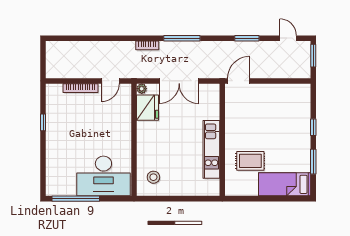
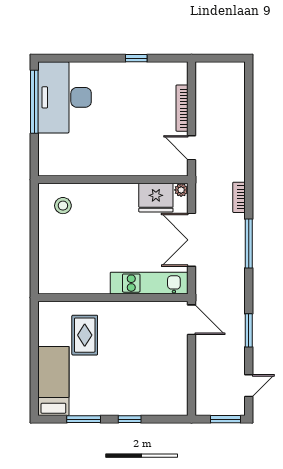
kitchen unit: (211, 149) -> (149, 283), moved
desk: (103, 176) -> (65, 97), moved

